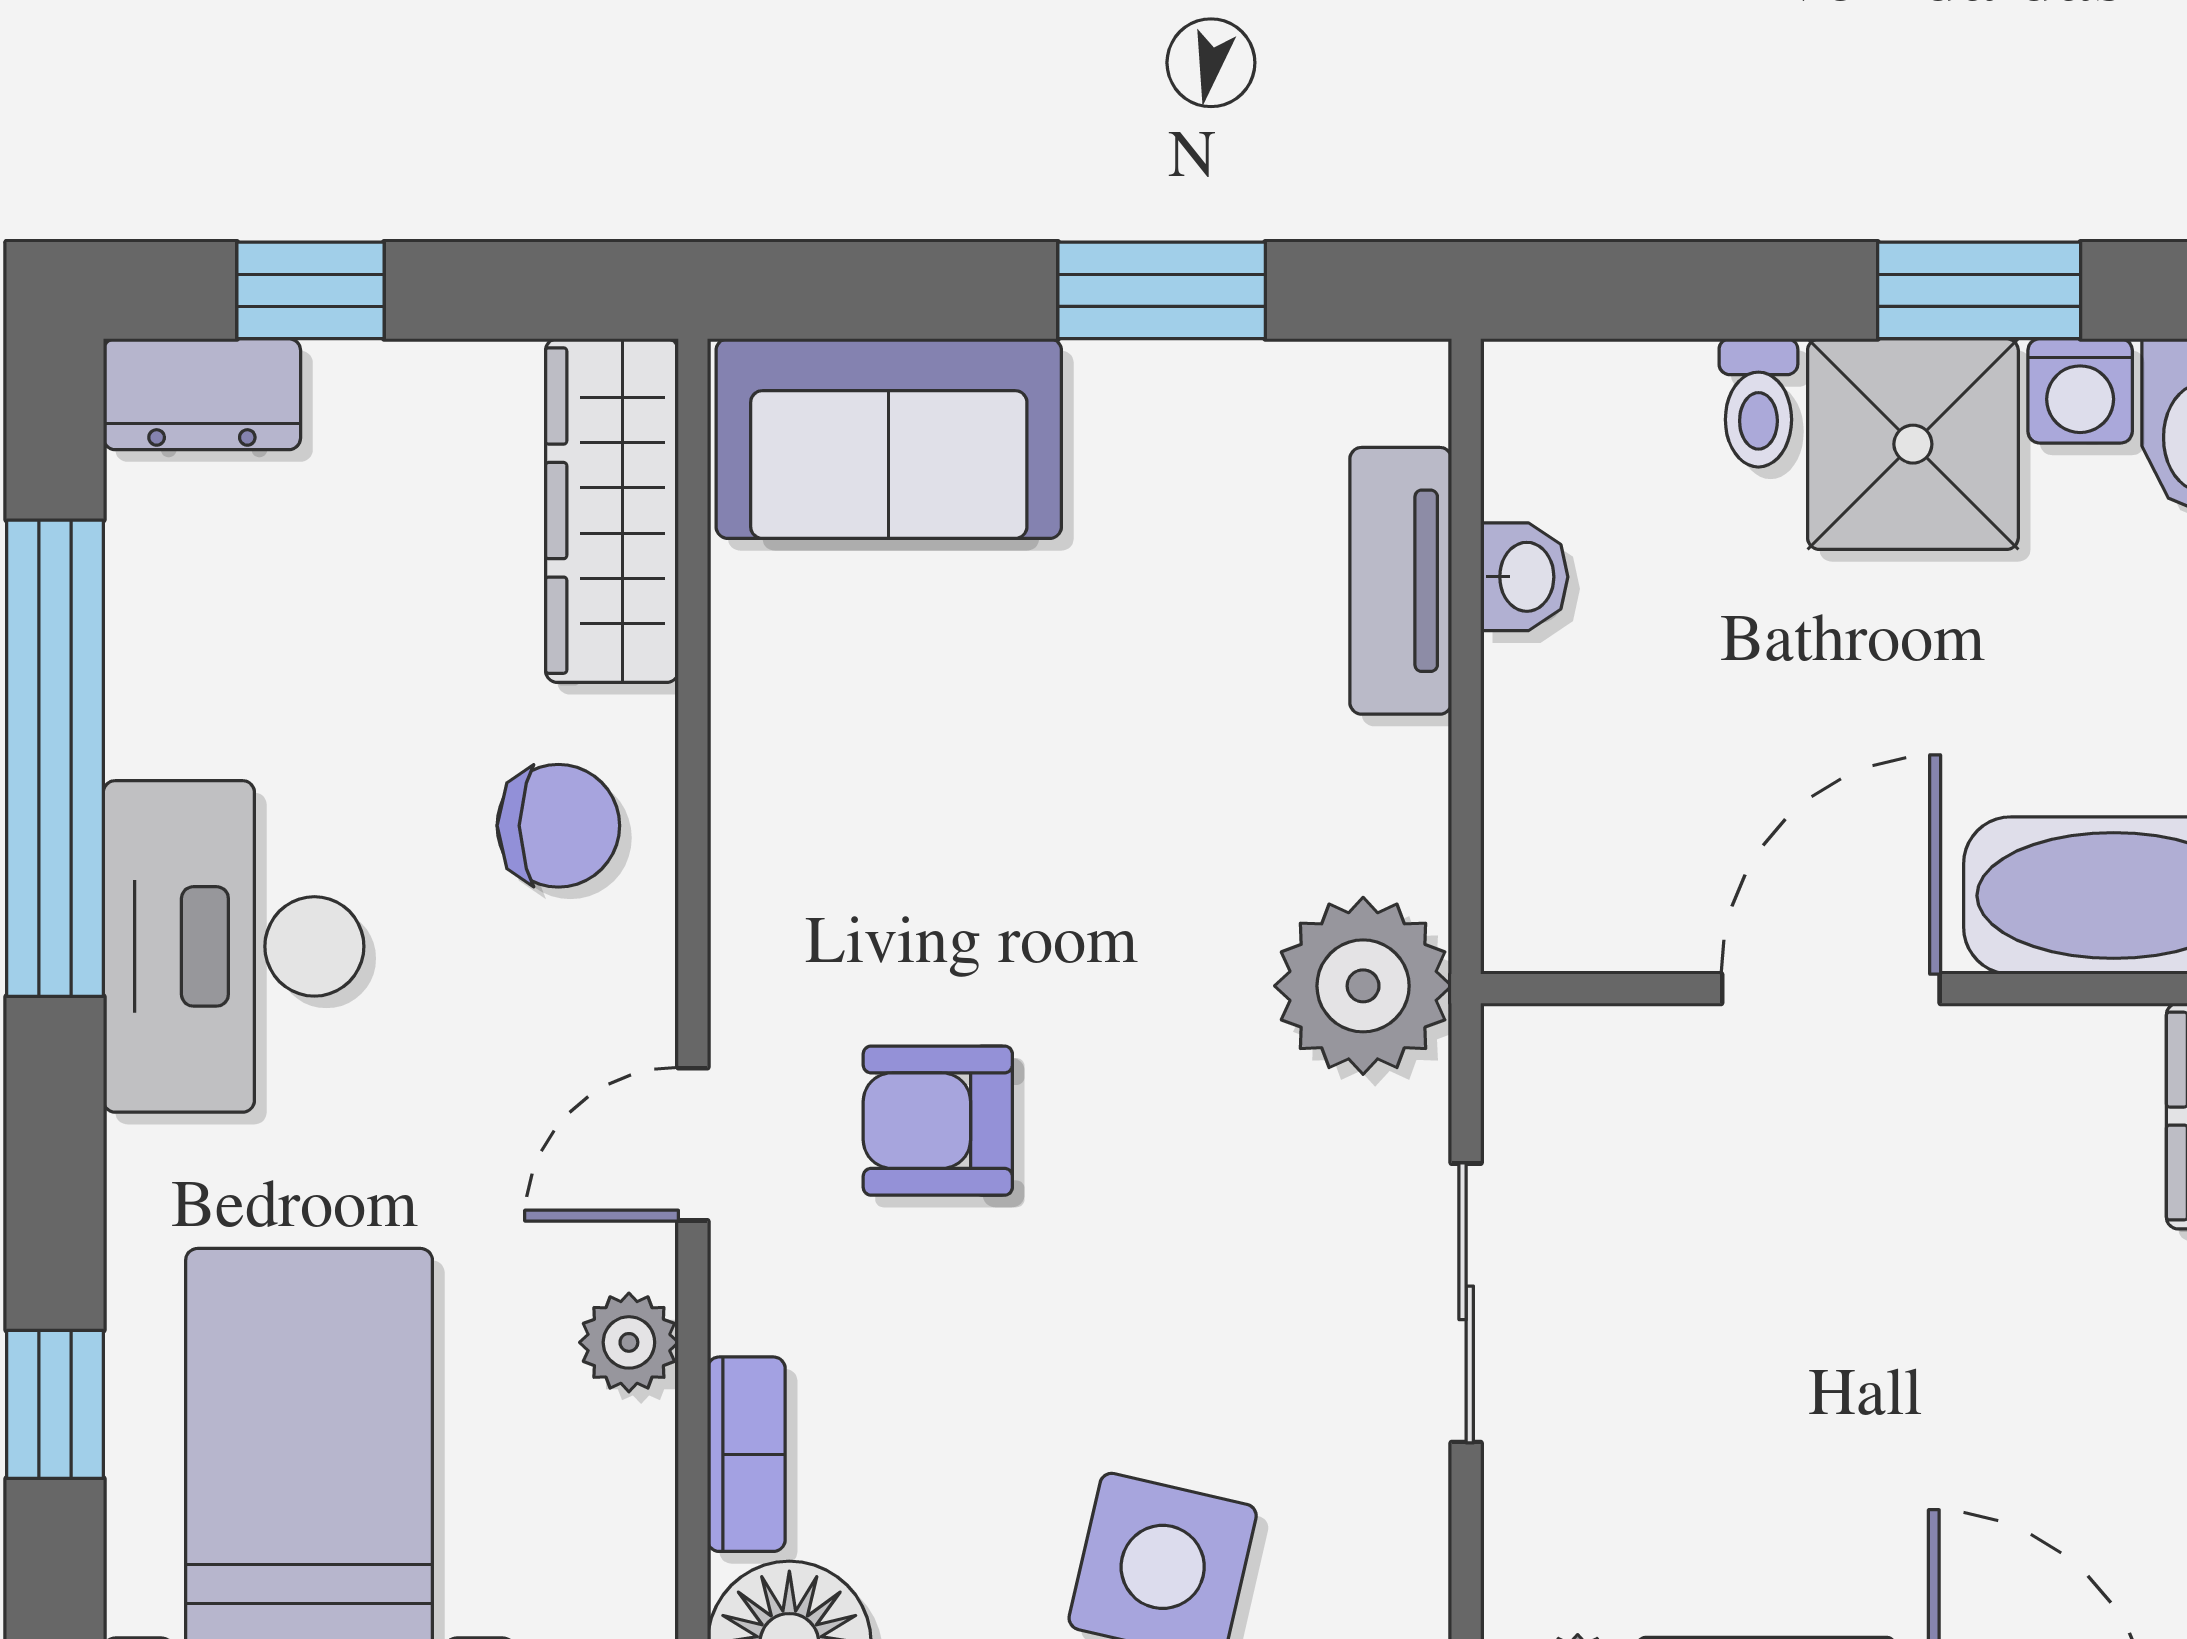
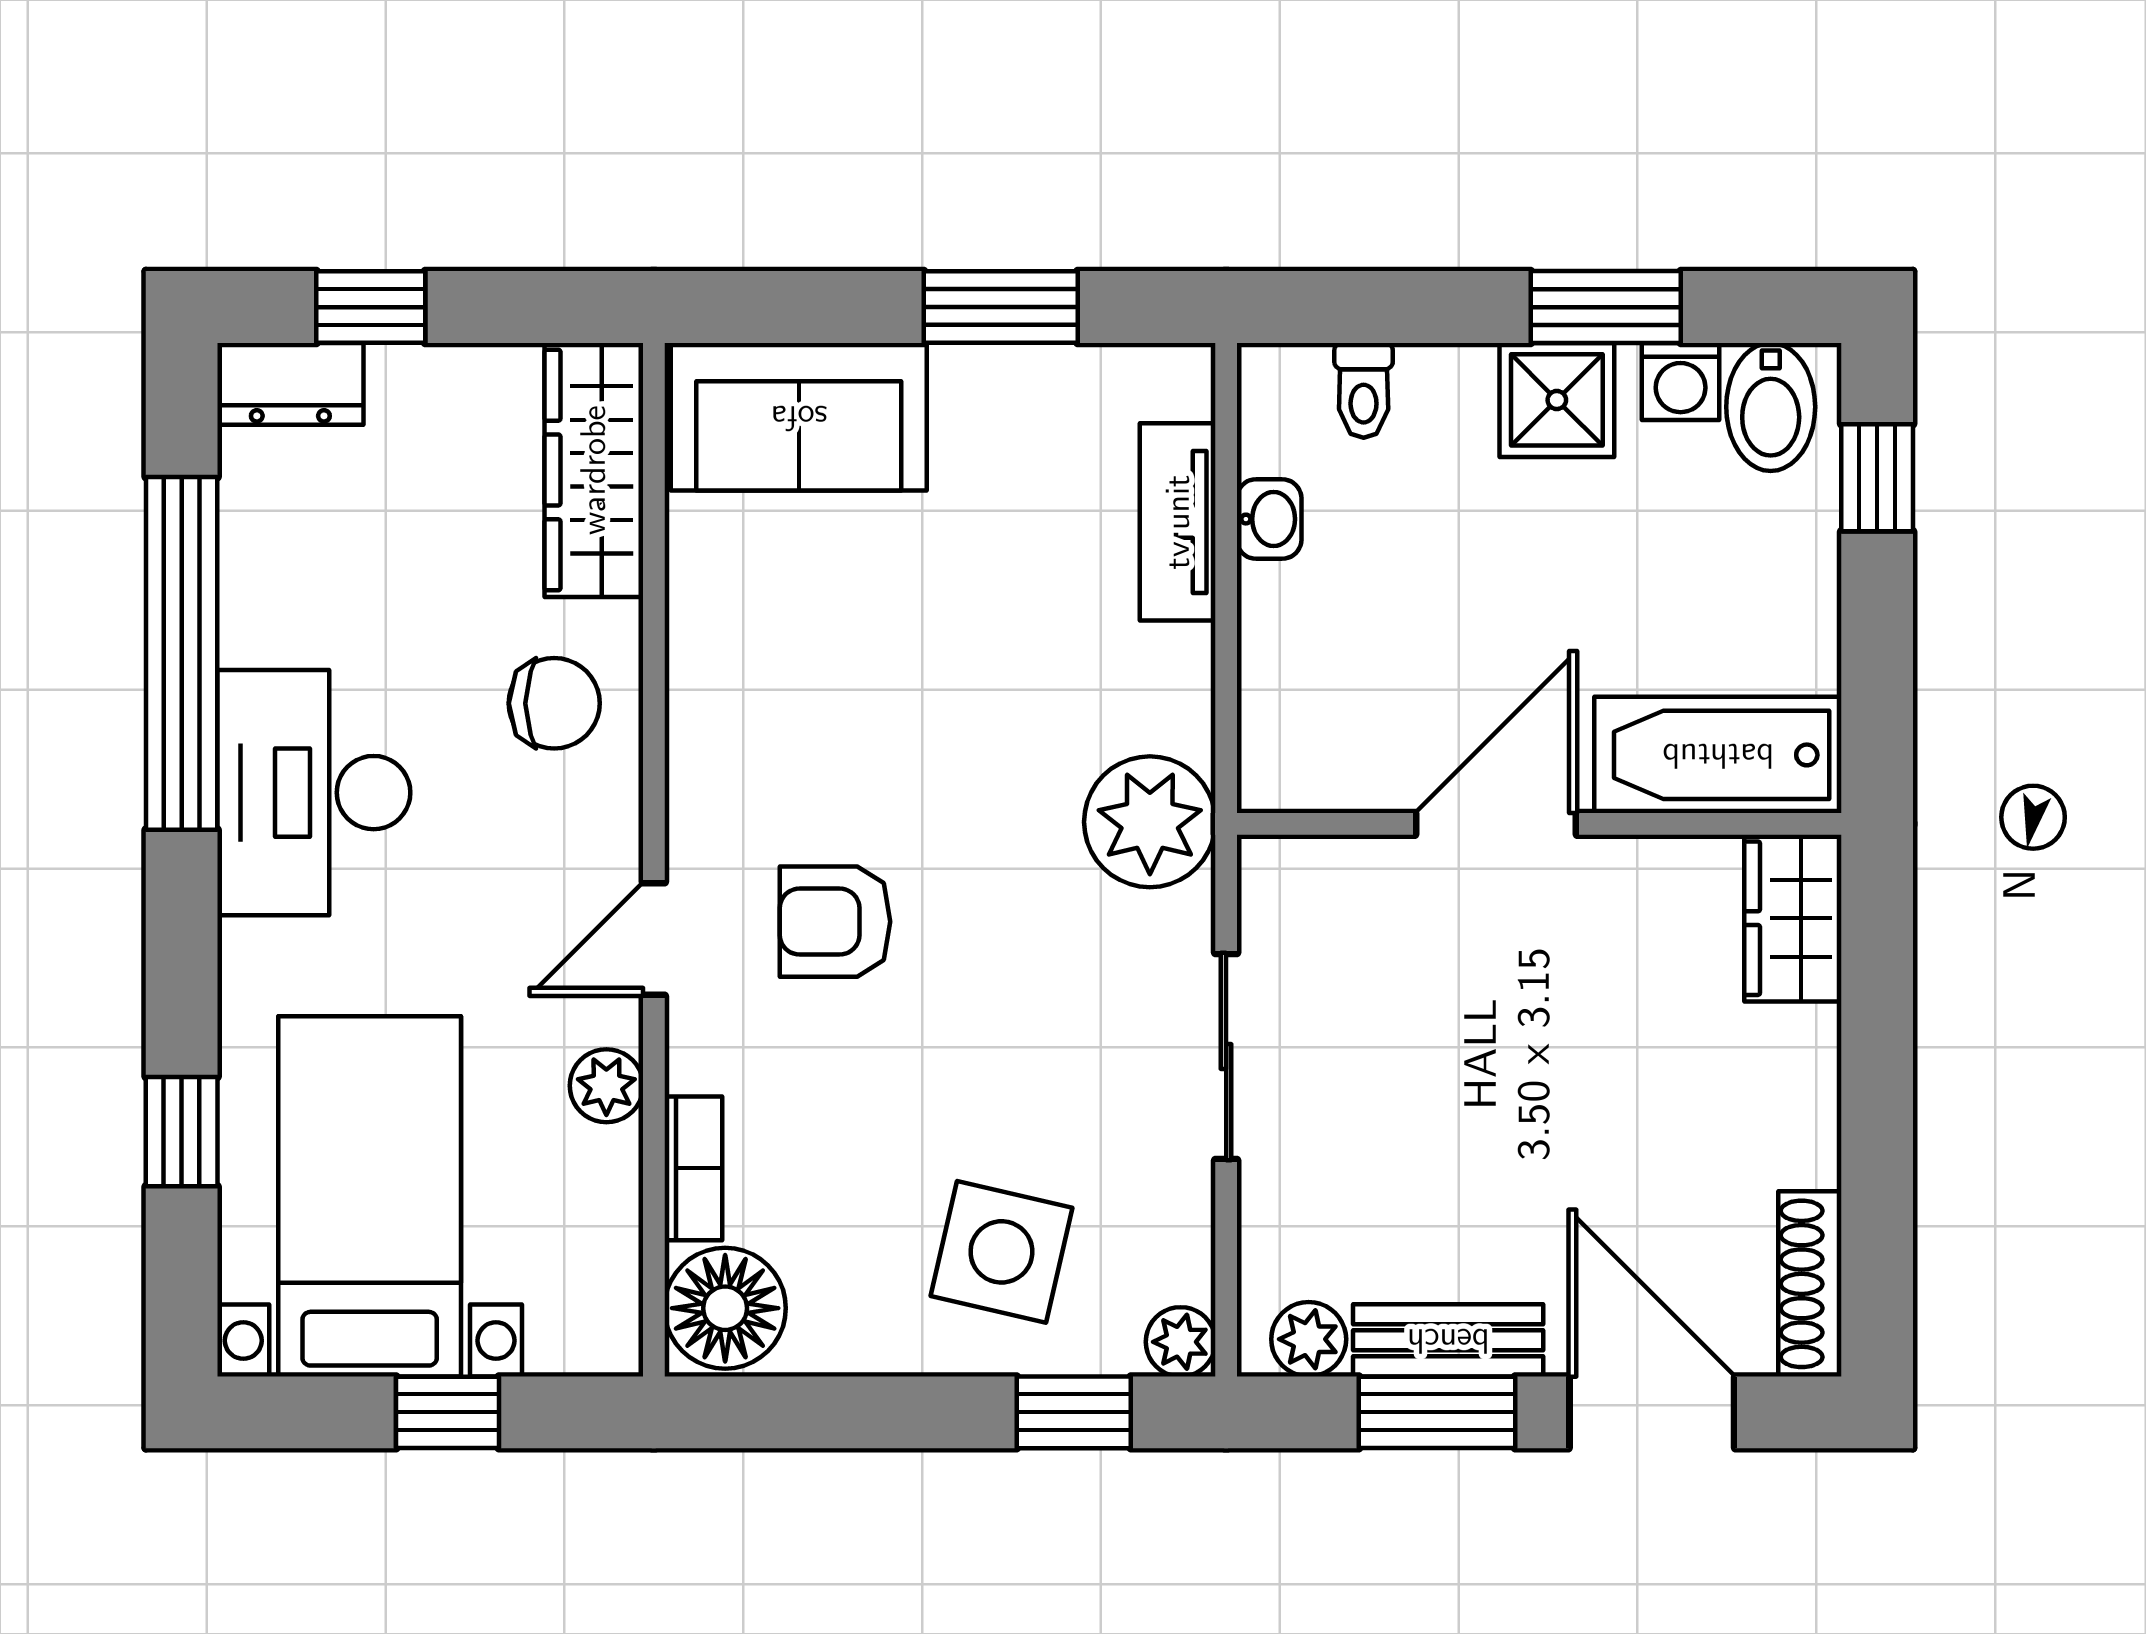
toilet: (1758, 403) -> (1364, 390), moved
shower: (1913, 444) -> (1557, 400), width x0.73, depth x0.73

